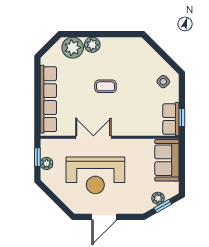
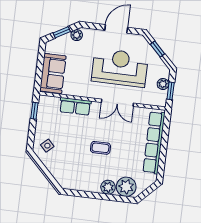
row of seats: (171, 119) -> (75, 106), moved, turned 90
plant: (158, 198) -> (77, 35), moved
window: (57, 201) -> (158, 49), added

